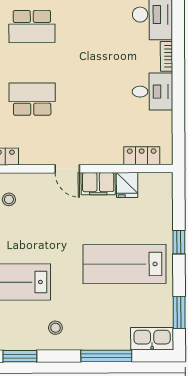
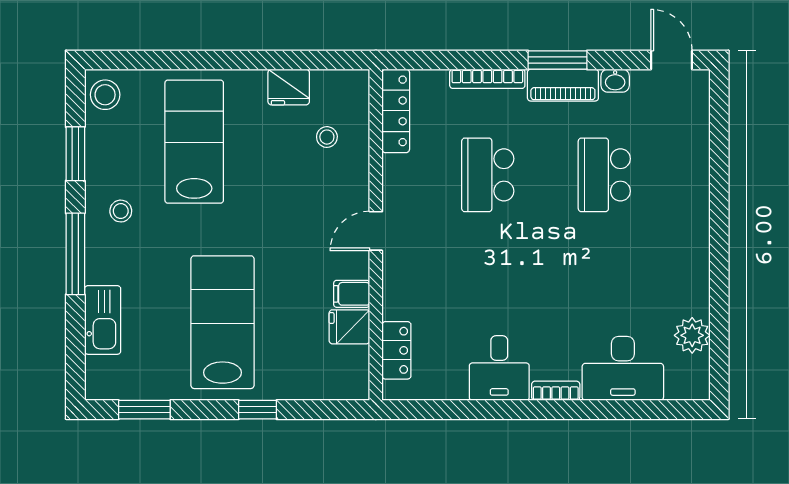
school desk: (32, 99) -> (488, 175), turned 180
filing cabinet: (98, 184) -> (352, 294), width x0.50
kitchen sink: (152, 339) -> (103, 320), moved
window: (106, 356) -> (75, 254), moved

